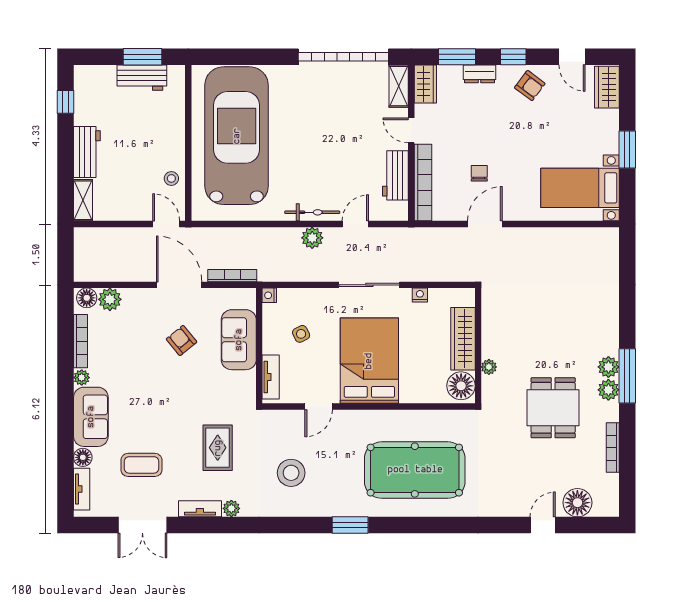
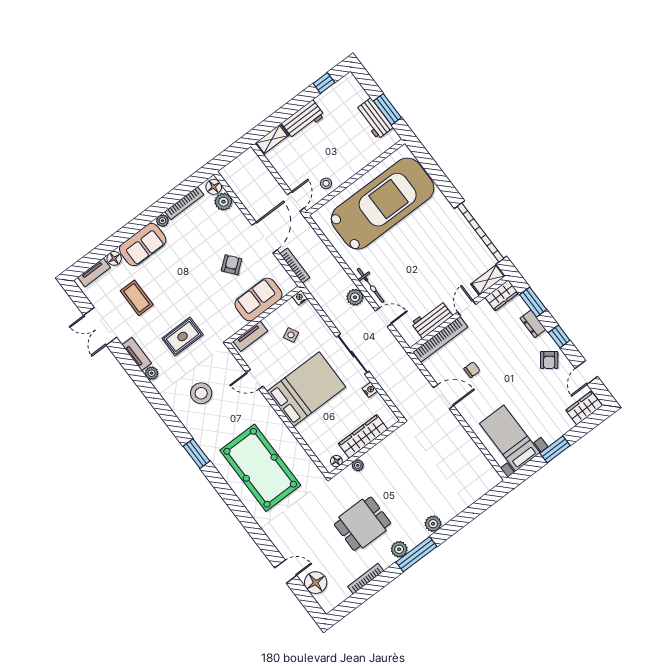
plant: (608, 367) -> (433, 524), moved
floor lamp: (461, 386) -> (336, 461), width x0.53, depth x0.53

